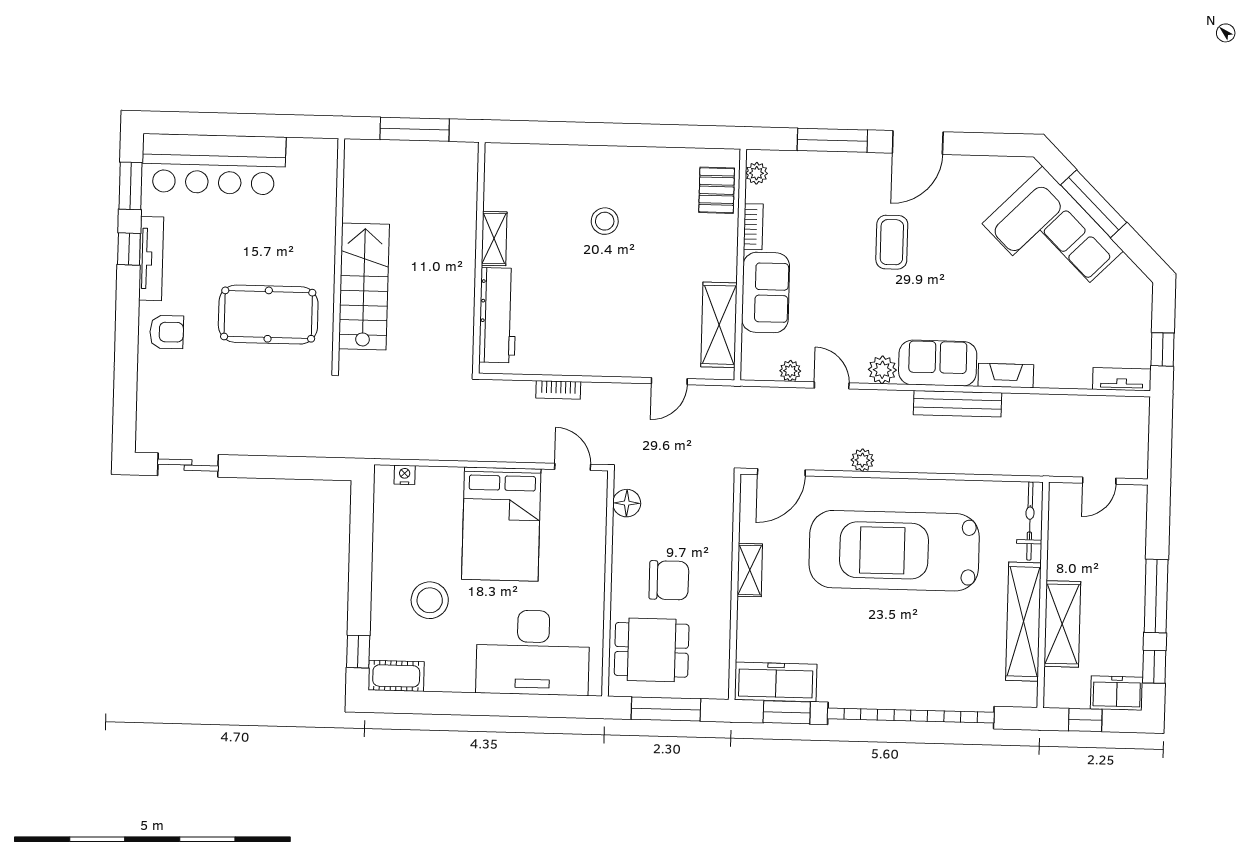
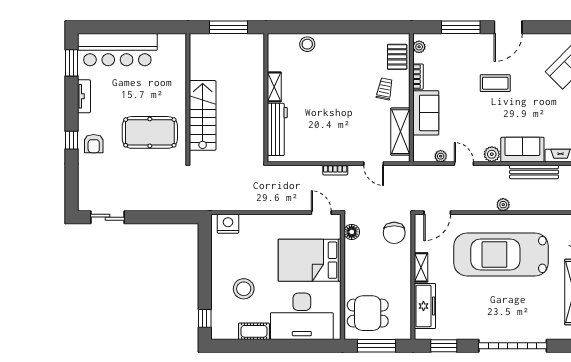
stool: (605, 221) -> (307, 44), moved
coffee table: (892, 242) -> (495, 83), turned 90
trolley: (693, 247) -> (385, 89), added
window: (129, 249) -> (72, 140), moved
tv unit: (151, 259) -> (84, 96), width x0.71
armchair: (167, 332) -> (94, 144), turned 90
door: (669, 381) -> (374, 164), hinge flipped
bookcase: (558, 390) -> (335, 170), moved
plant: (862, 460) -> (503, 205), moved
nightstand: (405, 475) -> (228, 224), width x1.89, depth x1.79
bed: (501, 524) -> (310, 260), moved, turned 90
chair: (669, 580) -> (394, 233), moved, turned 90
cot: (396, 676) -> (254, 331), moved
freezer: (776, 682) -> (425, 306), moved, turned 90
garage door: (911, 715) -> (513, 346), width x0.73

